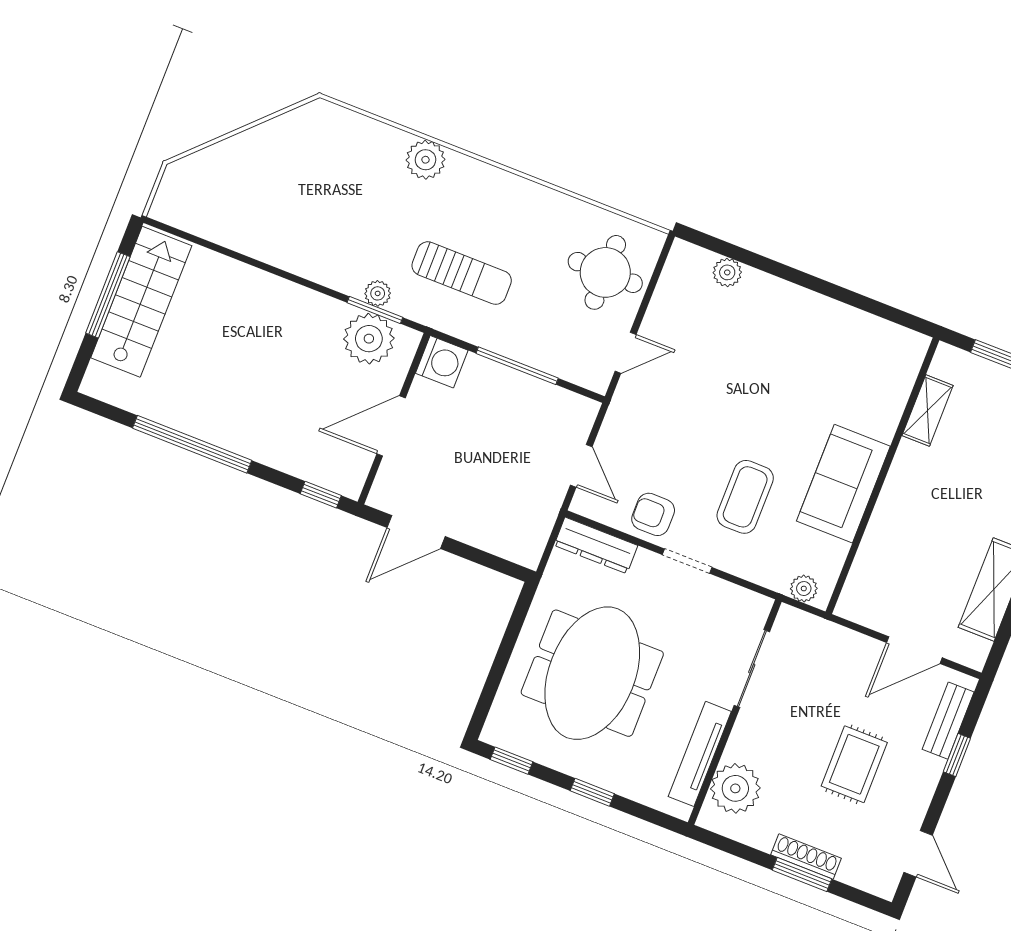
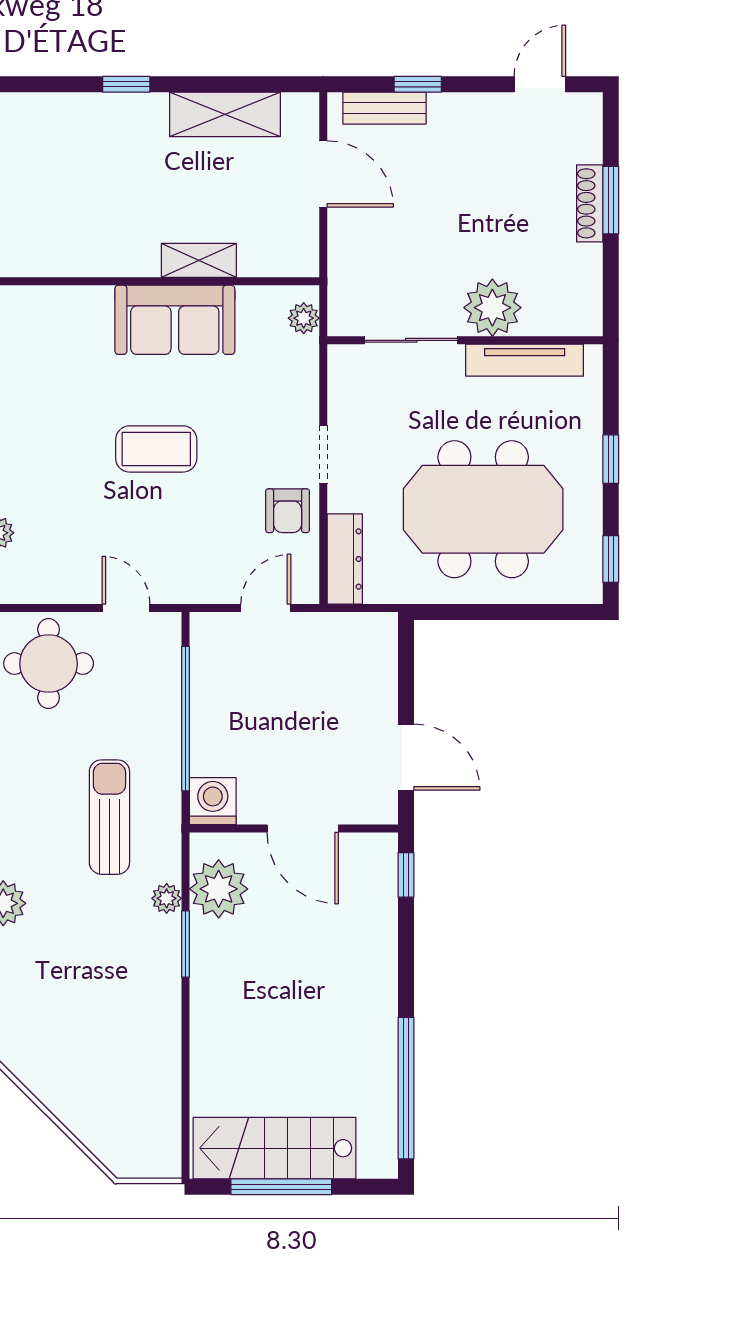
window: (375, 310) -> (185, 944), moved
window: (517, 366) -> (185, 719), width x1.46
shelving: (928, 410) -> (199, 260), moved
window: (192, 444) -> (406, 1088), moved
coffee table: (745, 497) -> (156, 449), moved
rug: (854, 764) -> (471, 190), removed
plant: (735, 788) -> (492, 308), moved

